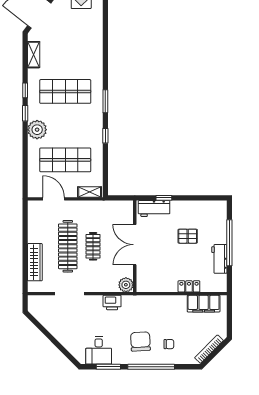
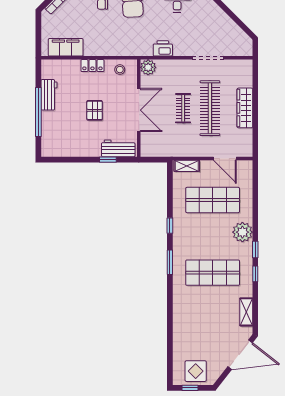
pallet: (188, 236) -> (95, 110), moved, turned 90
wardrobe: (35, 262) -> (245, 108), moved
stool: (153, 283) -> (120, 70), added
locker: (189, 286) -> (92, 66), moved

